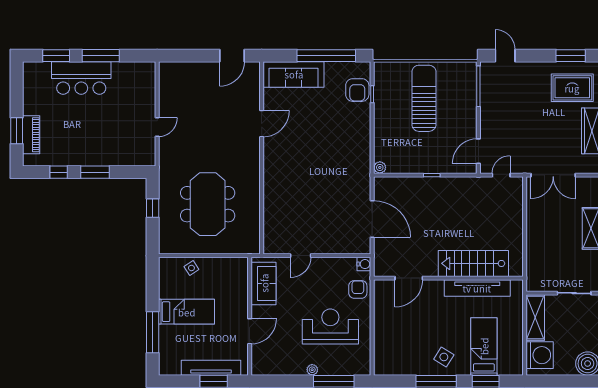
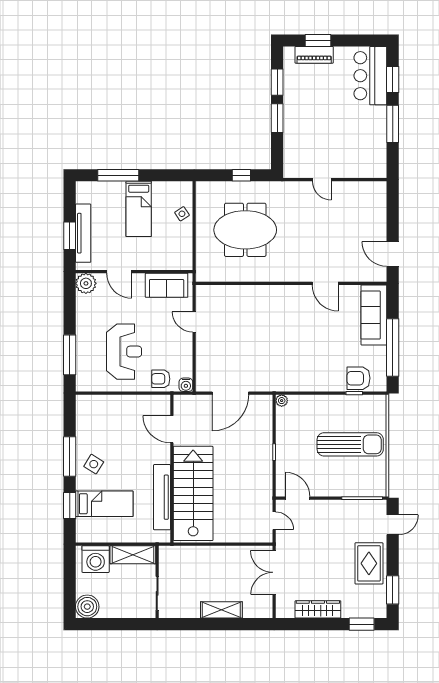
bar counter: (81, 78) -> (370, 76), moved
rug: (572, 88) -> (369, 563), moved
window: (59, 172) -> (277, 82), width x1.50
stairs: (473, 263) -> (193, 493), width x1.36, depth x1.51
armchair: (358, 289) -> (161, 379), turned 180
plant: (312, 370) -> (86, 283), moved, width x1.88, depth x1.88

